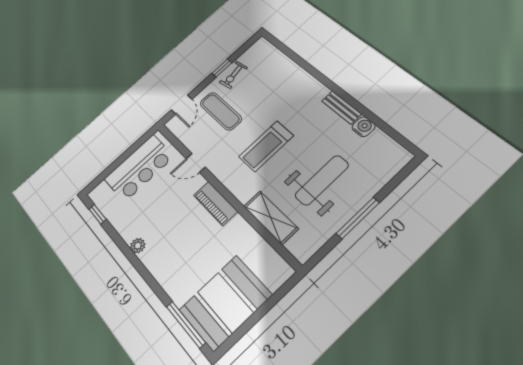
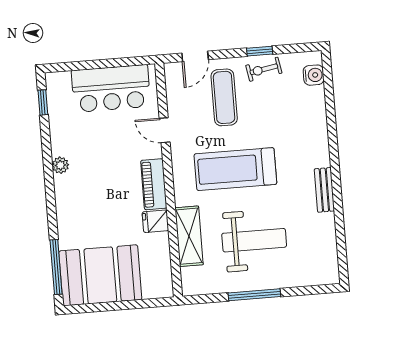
water cooler: (364, 127) -> (314, 75), moved
treadmill: (266, 146) -> (235, 169), width x1.37, depth x1.38
fridge: (237, 227) -> (155, 221), added

